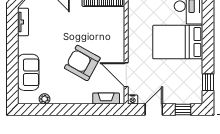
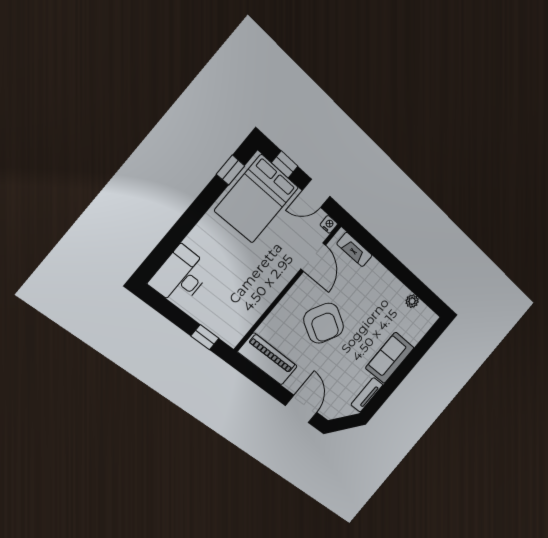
bed: (178, 42) -> (257, 199), moved, turned 90
armchair: (82, 63) -> (324, 323), moved
sofa: (28, 72) -> (390, 358), moved

